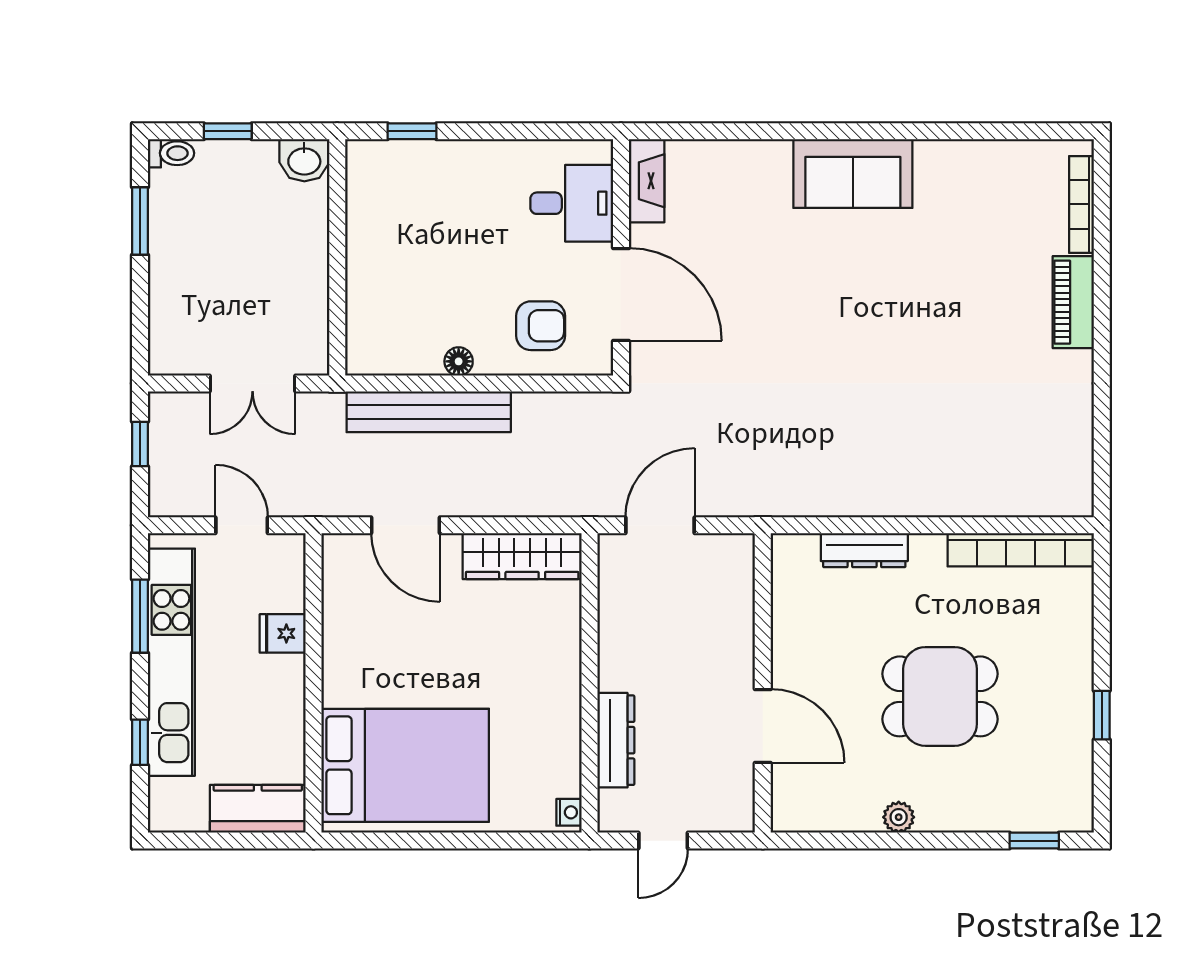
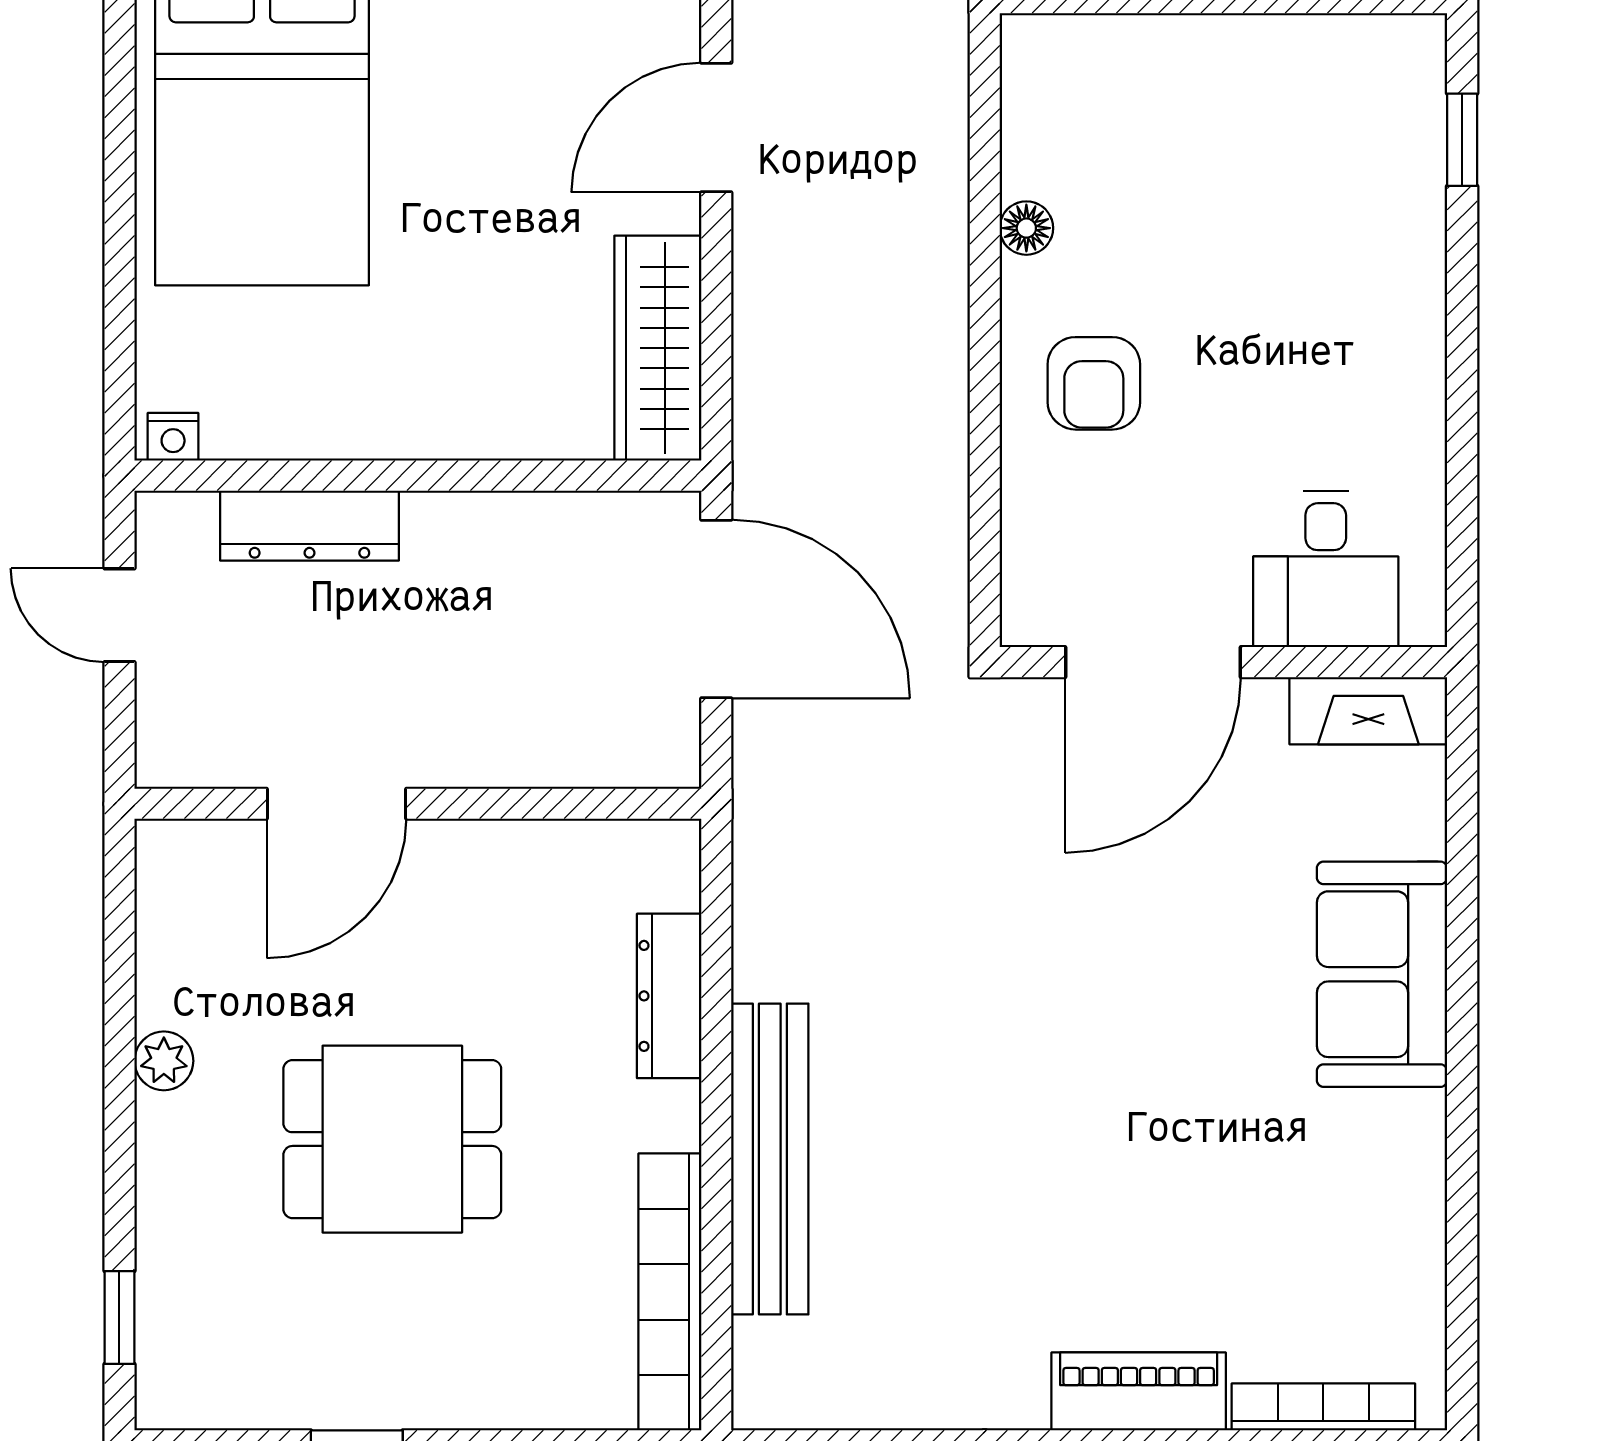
fireplace: (647, 181) -> (1368, 711), moved
desk: (572, 203) -> (1326, 569), moved
wall: (621, 257) -> (1223, 662), moved
door: (621, 295) -> (1153, 662), moved
bench: (429, 412) -> (770, 1159), moved
door: (660, 525) -> (716, 609), width x1.36
dining table: (940, 696) -> (392, 1139), turned 90

